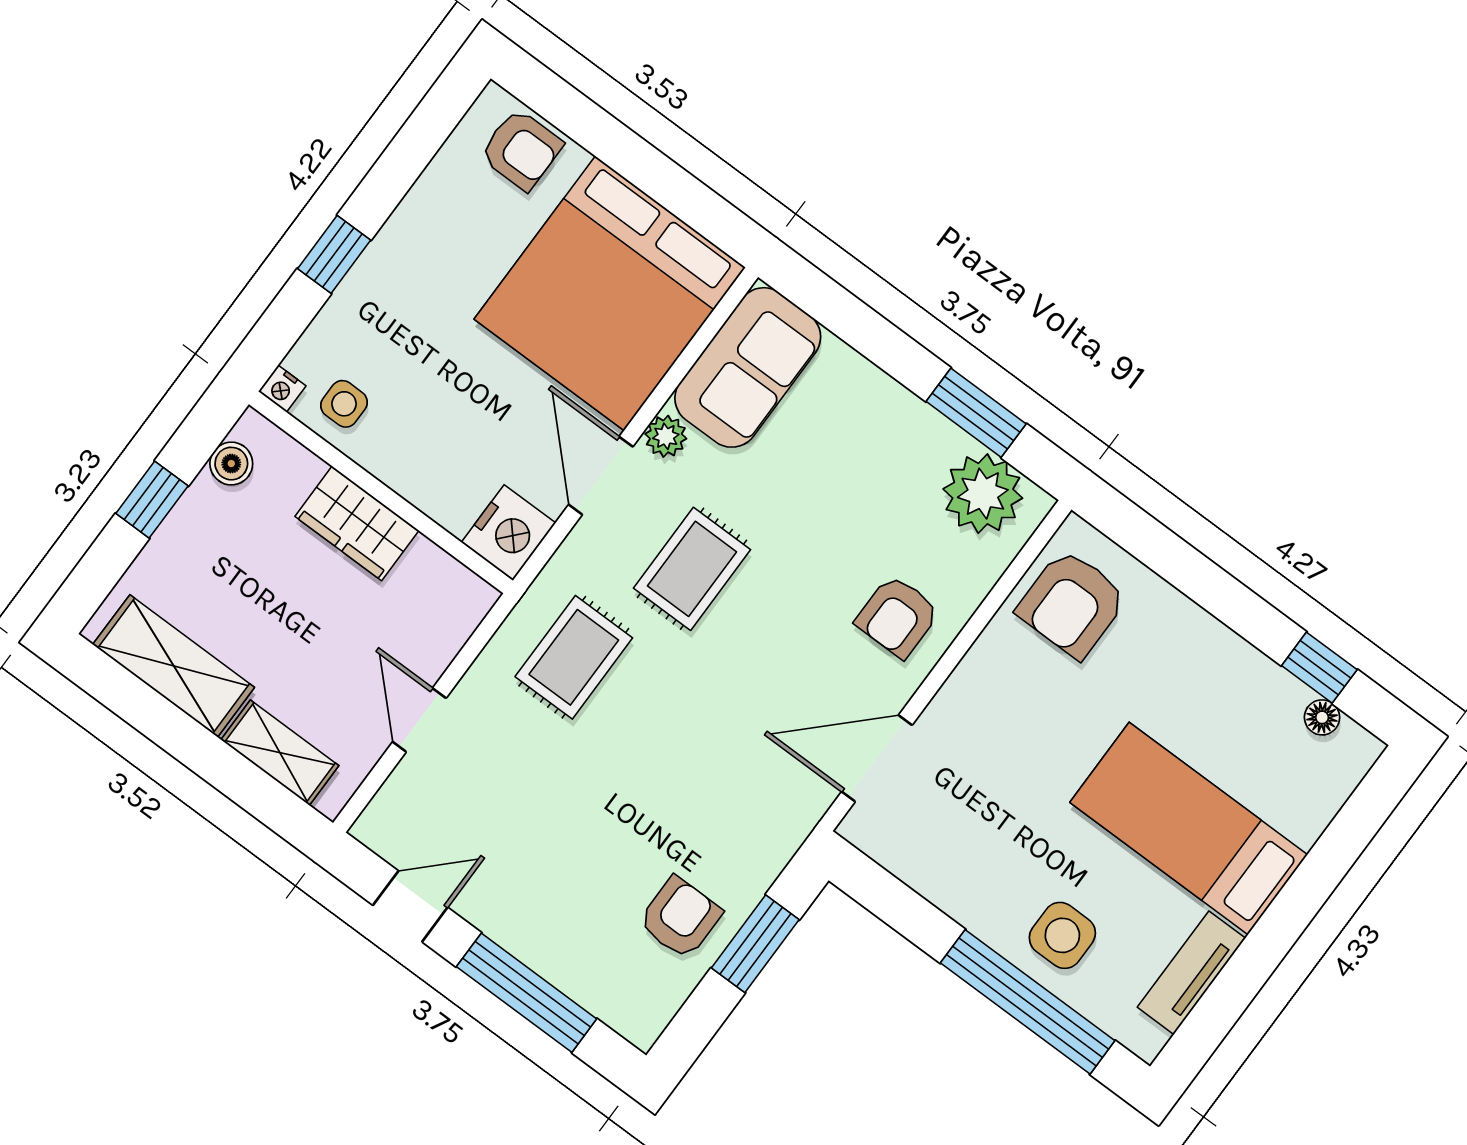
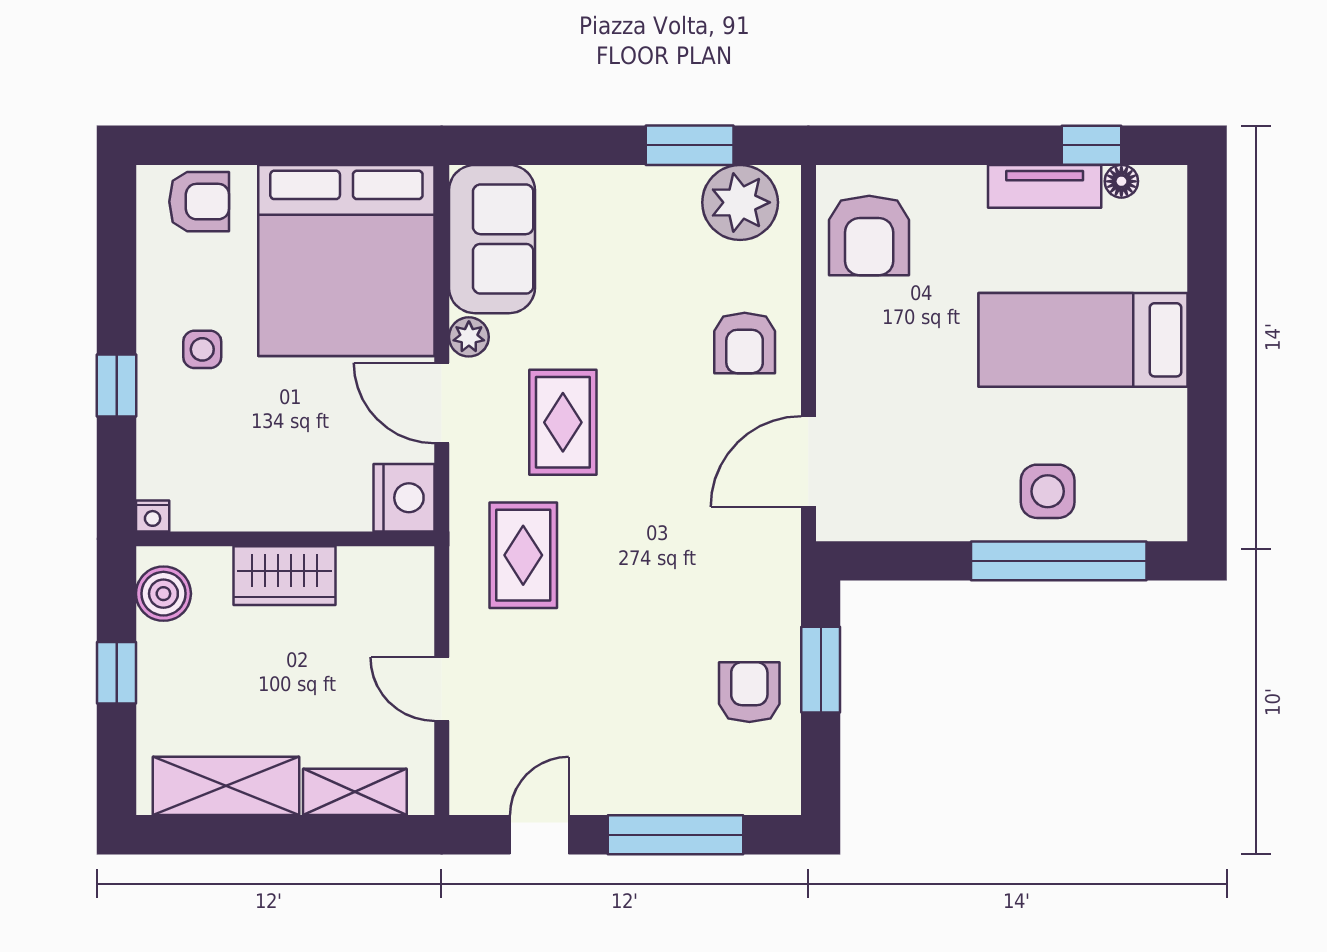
side table: (344, 404) -> (202, 349), moved
boiler: (231, 464) -> (163, 594), width x1.36, depth x1.36
tv unit: (1191, 973) -> (1045, 186), moved, turned -90

